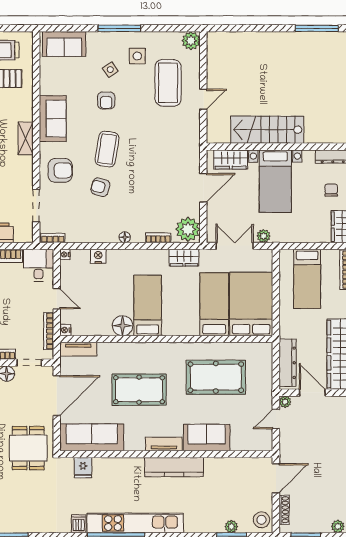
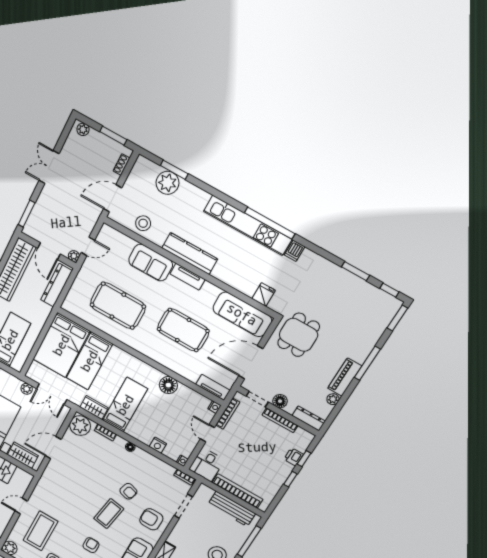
bed: (148, 305) -> (125, 405), moved, turned 180
shoe rack: (284, 510) -> (122, 165), width x0.70
stool: (261, 520) -> (143, 223), moved
plant: (231, 527) -> (167, 183), width x1.88, depth x1.88

